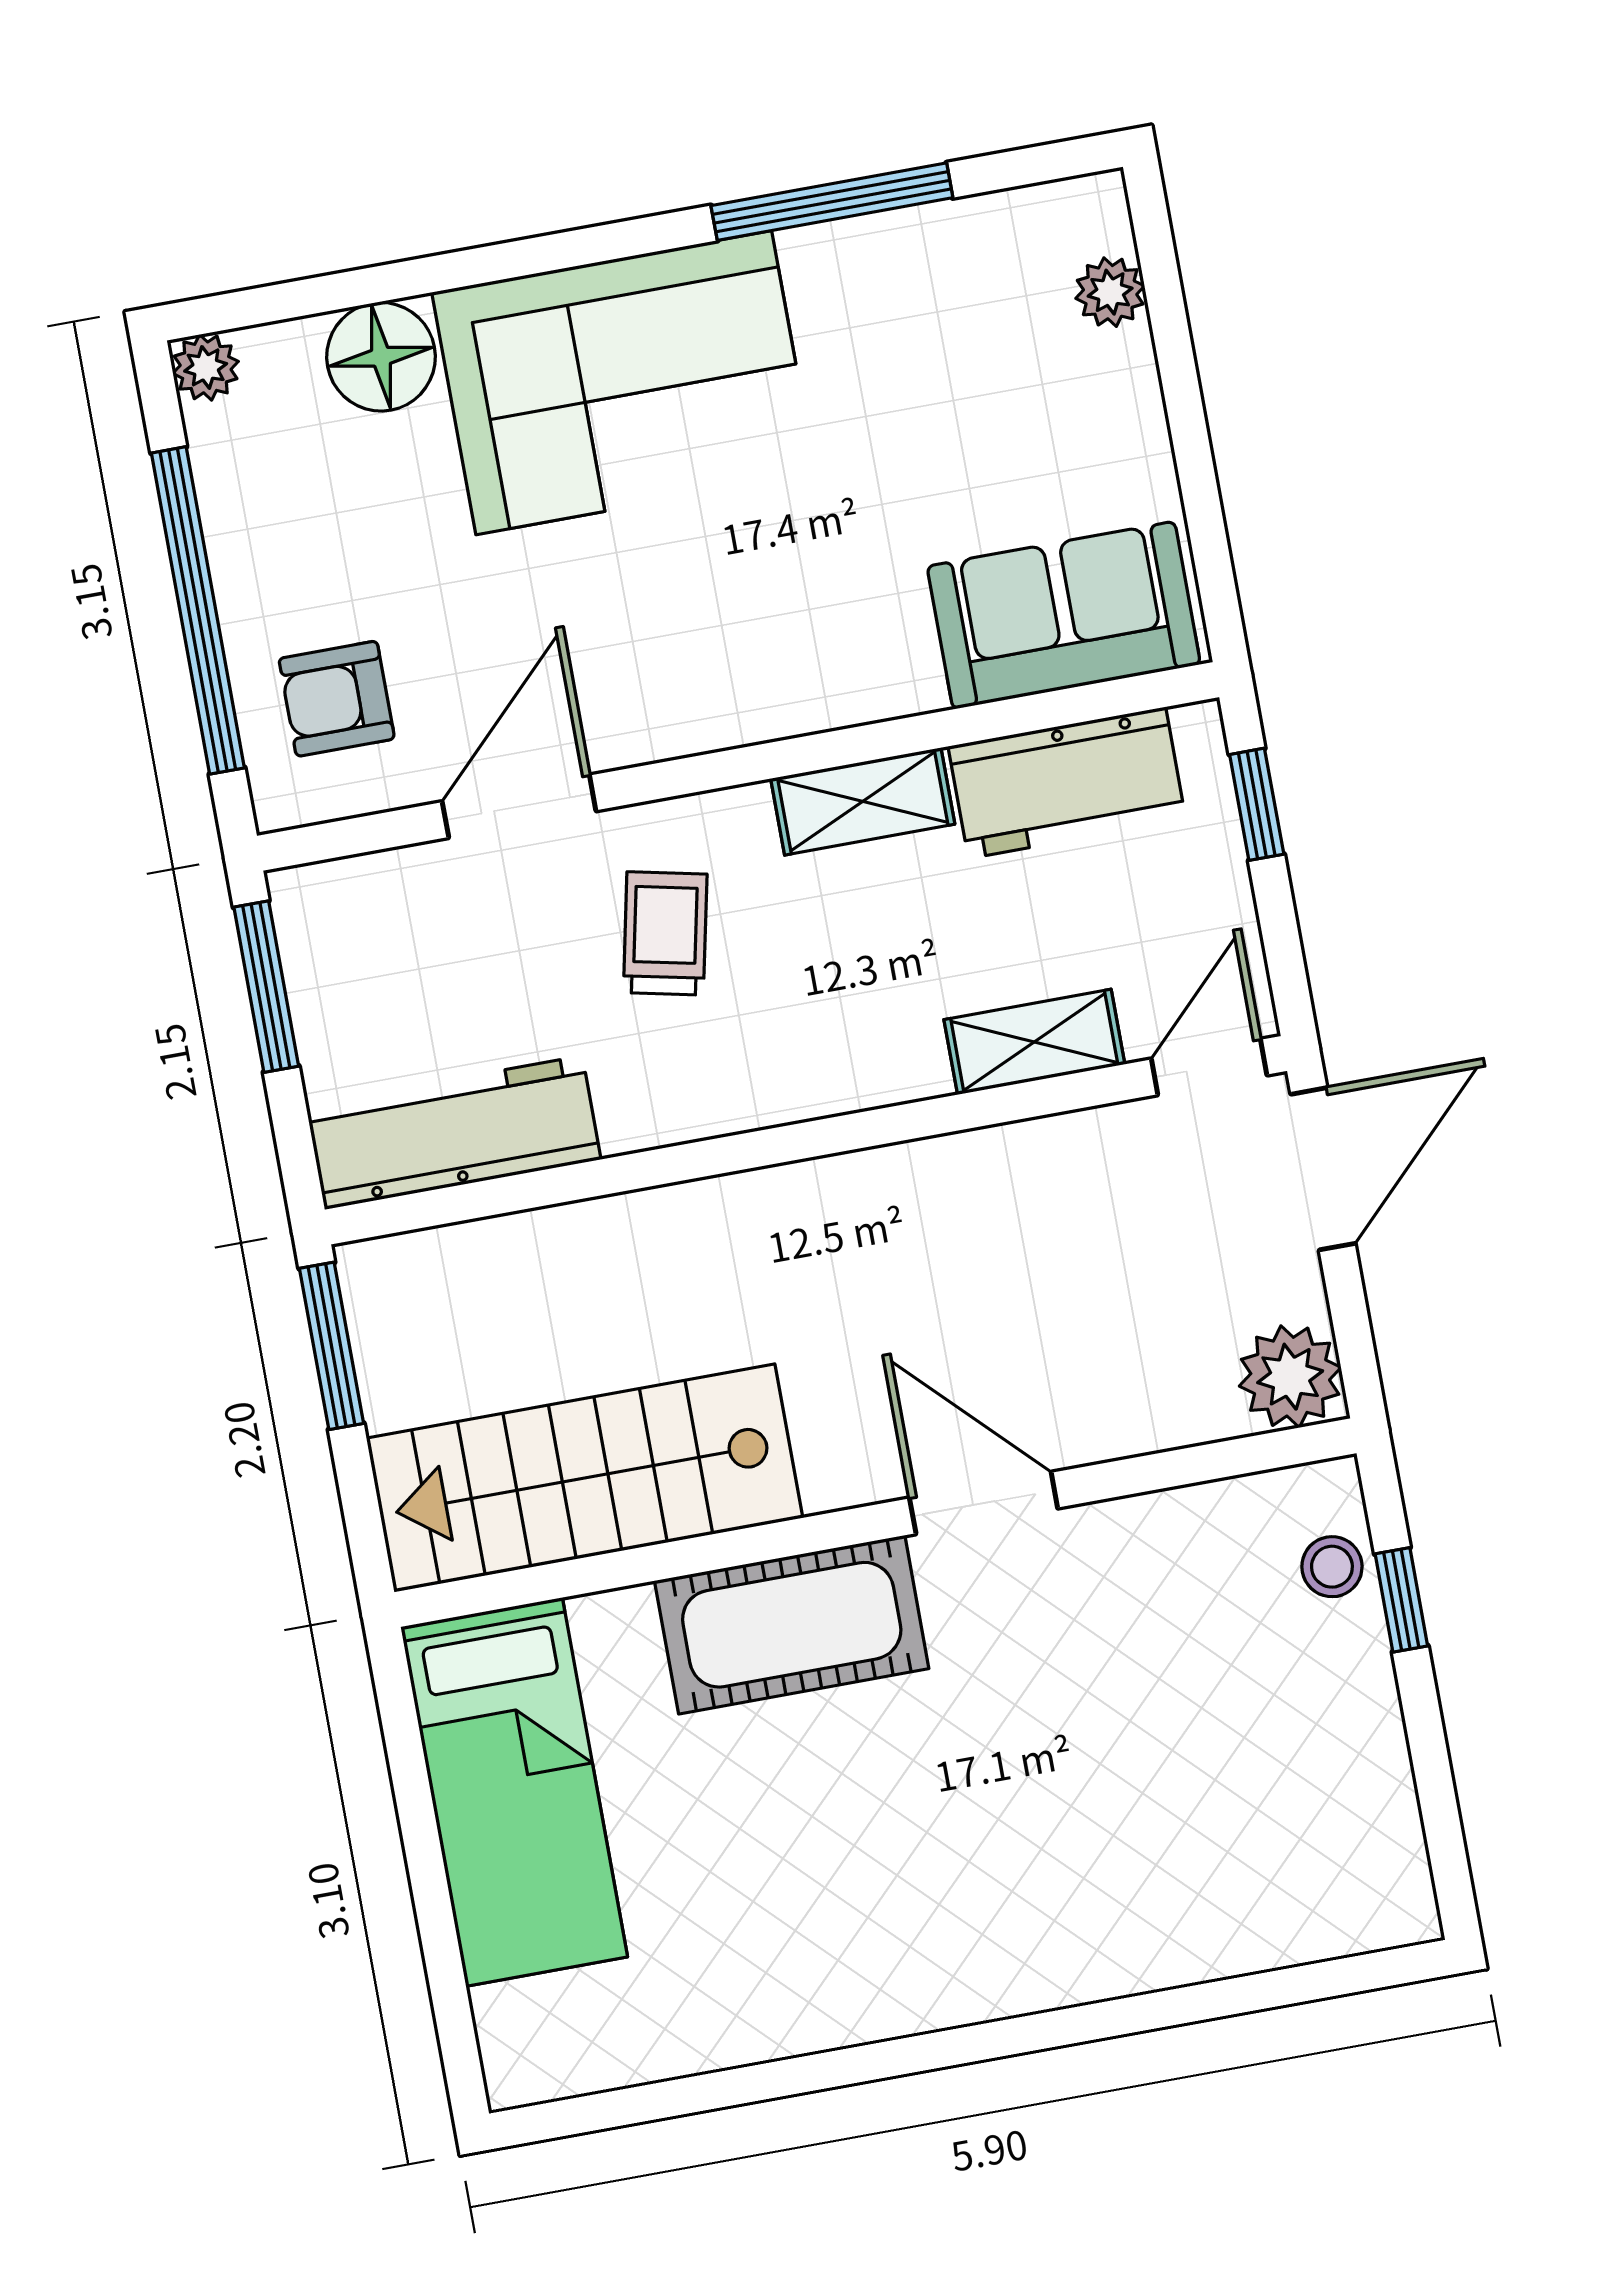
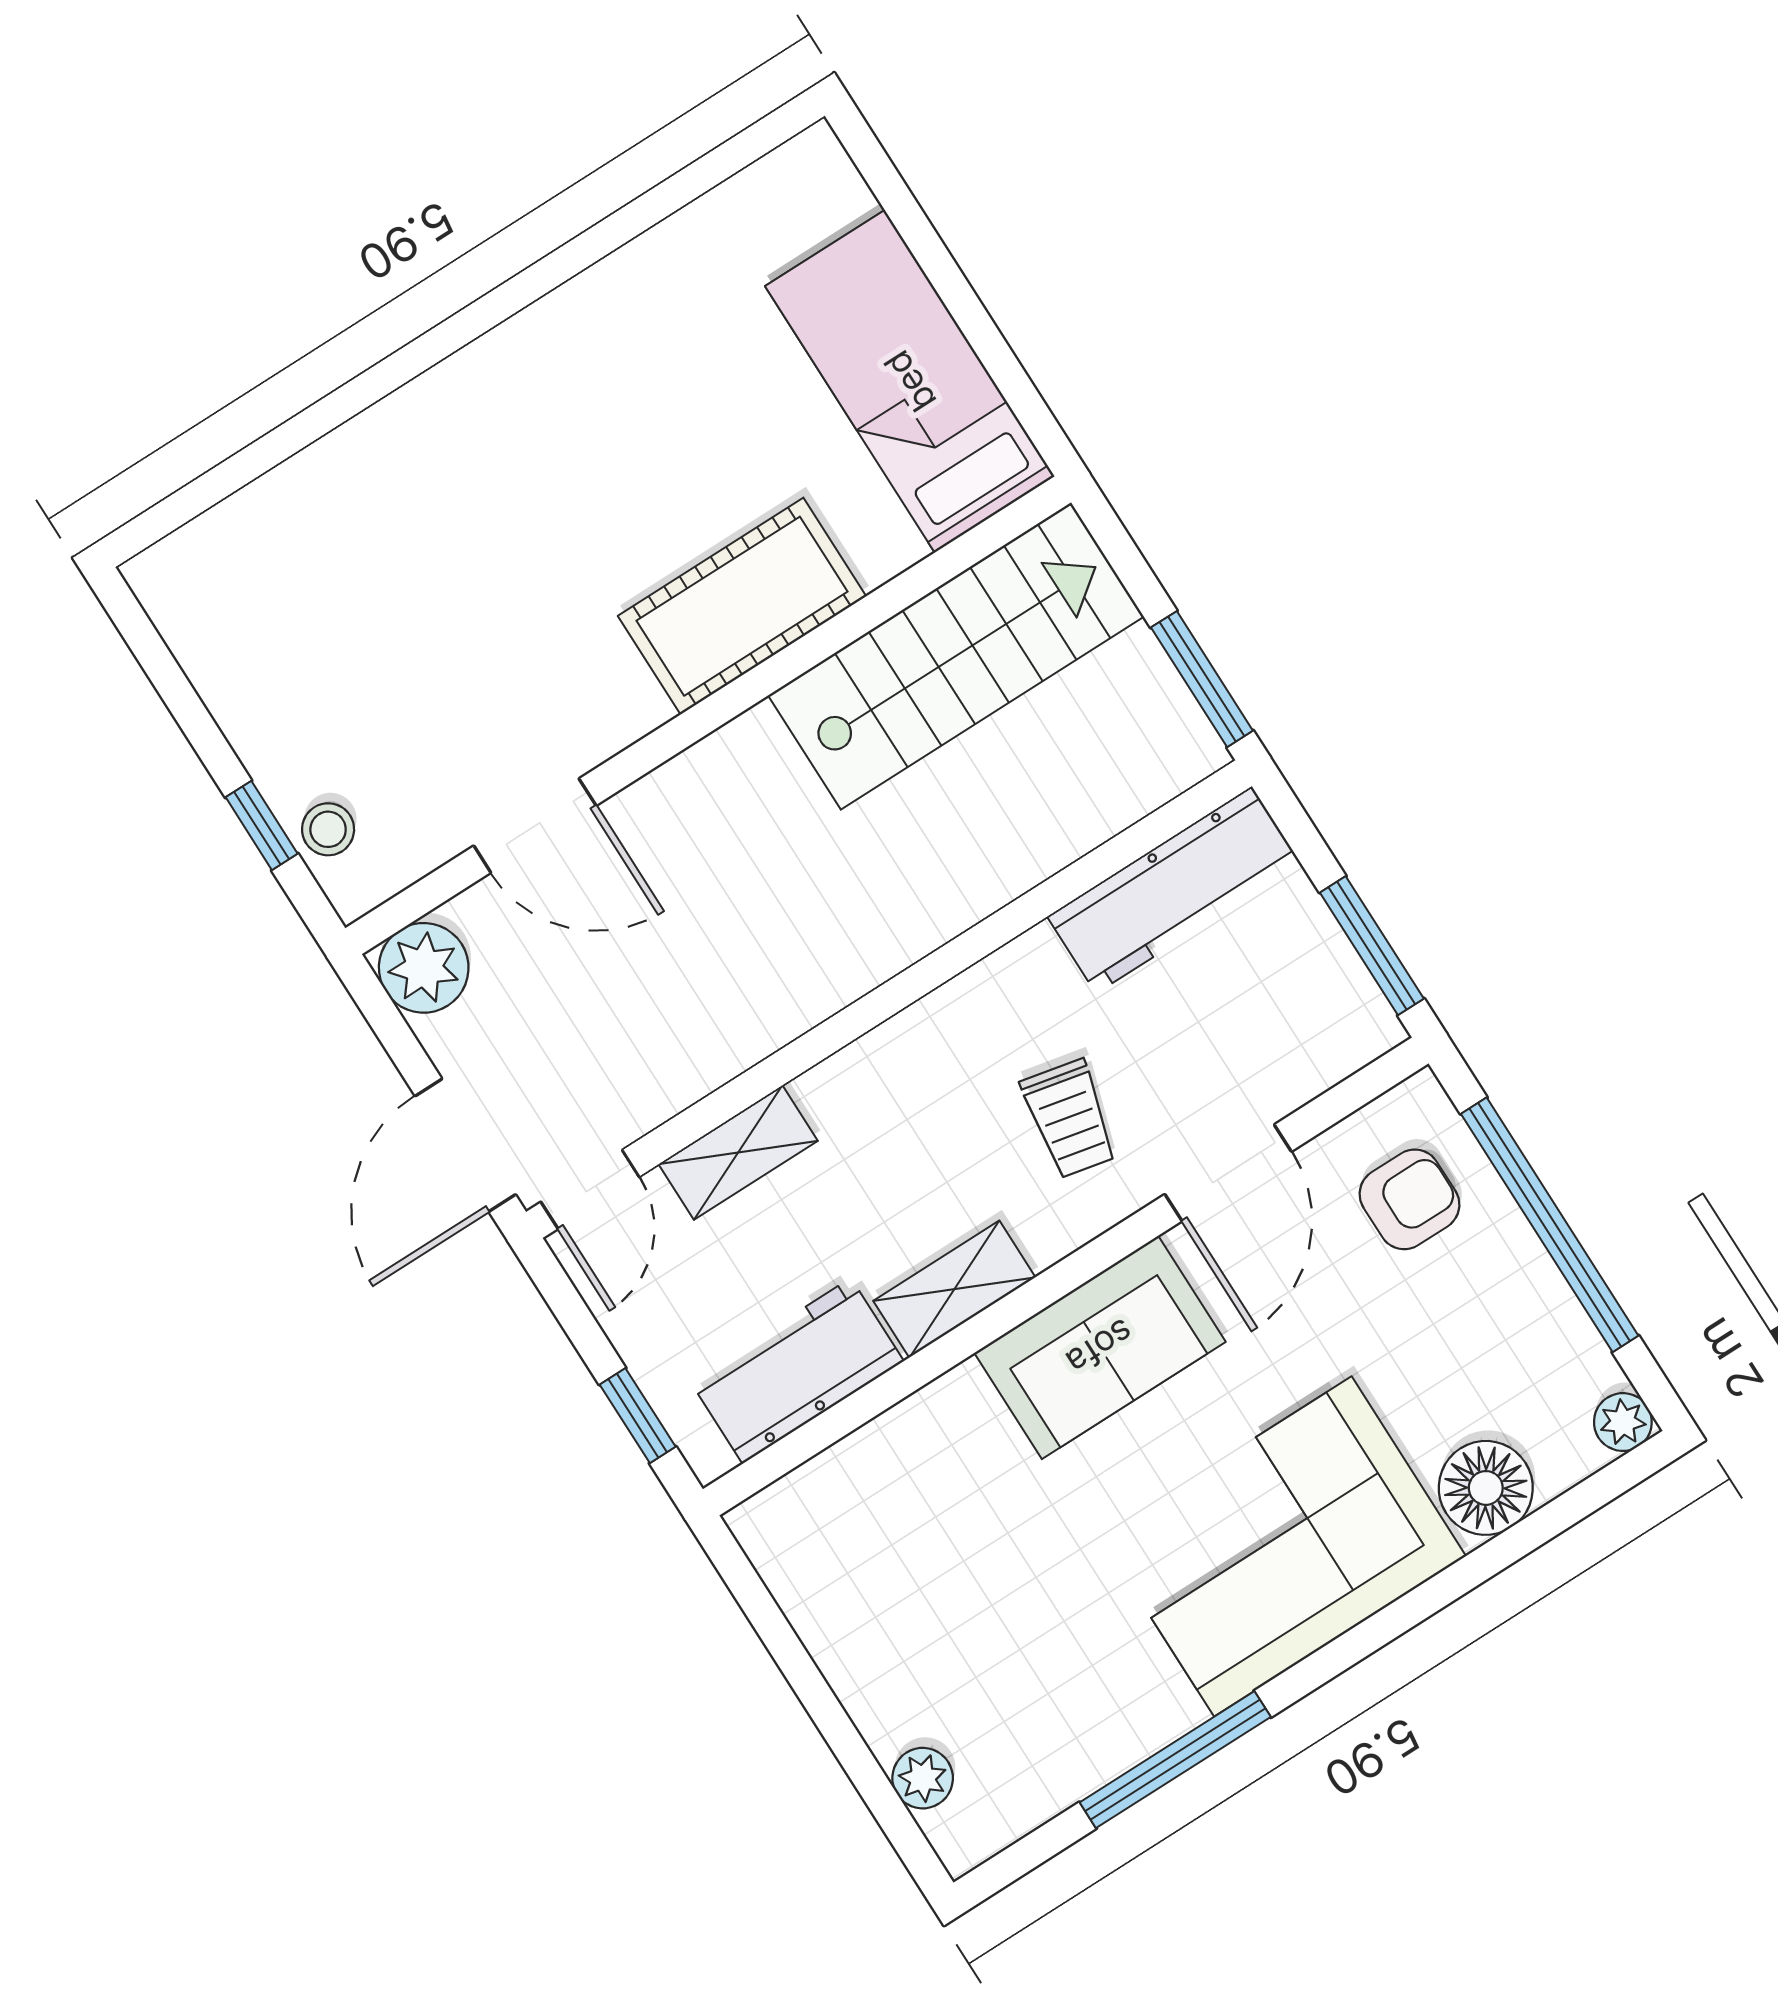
sofa: (1064, 615) -> (1100, 1347), moved
door: (984, 1503) -> (535, 826), moved

